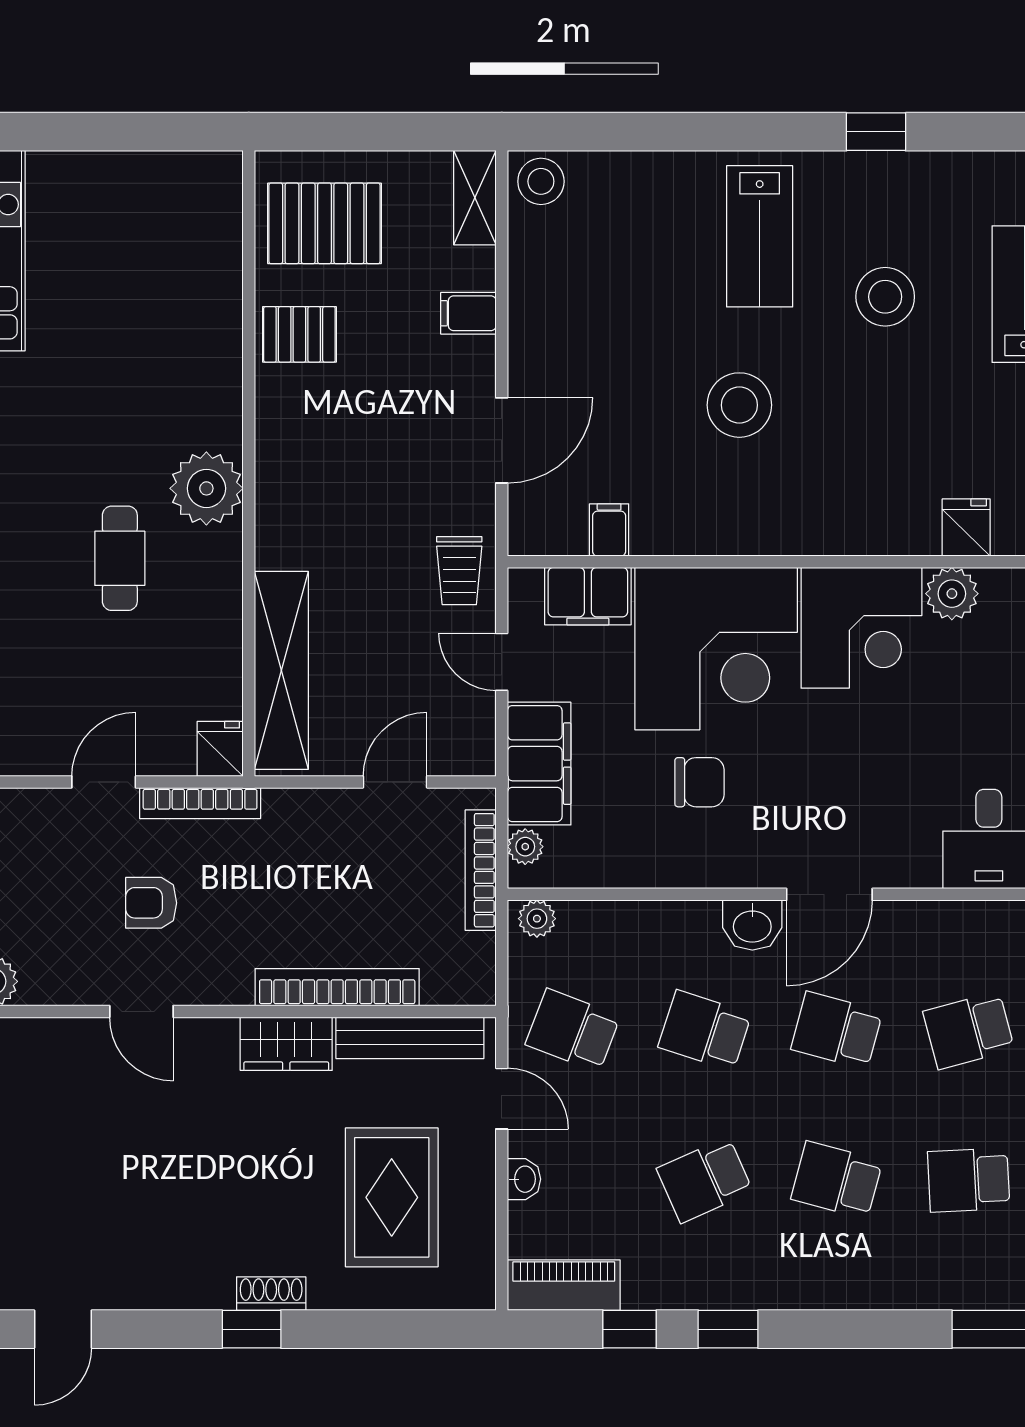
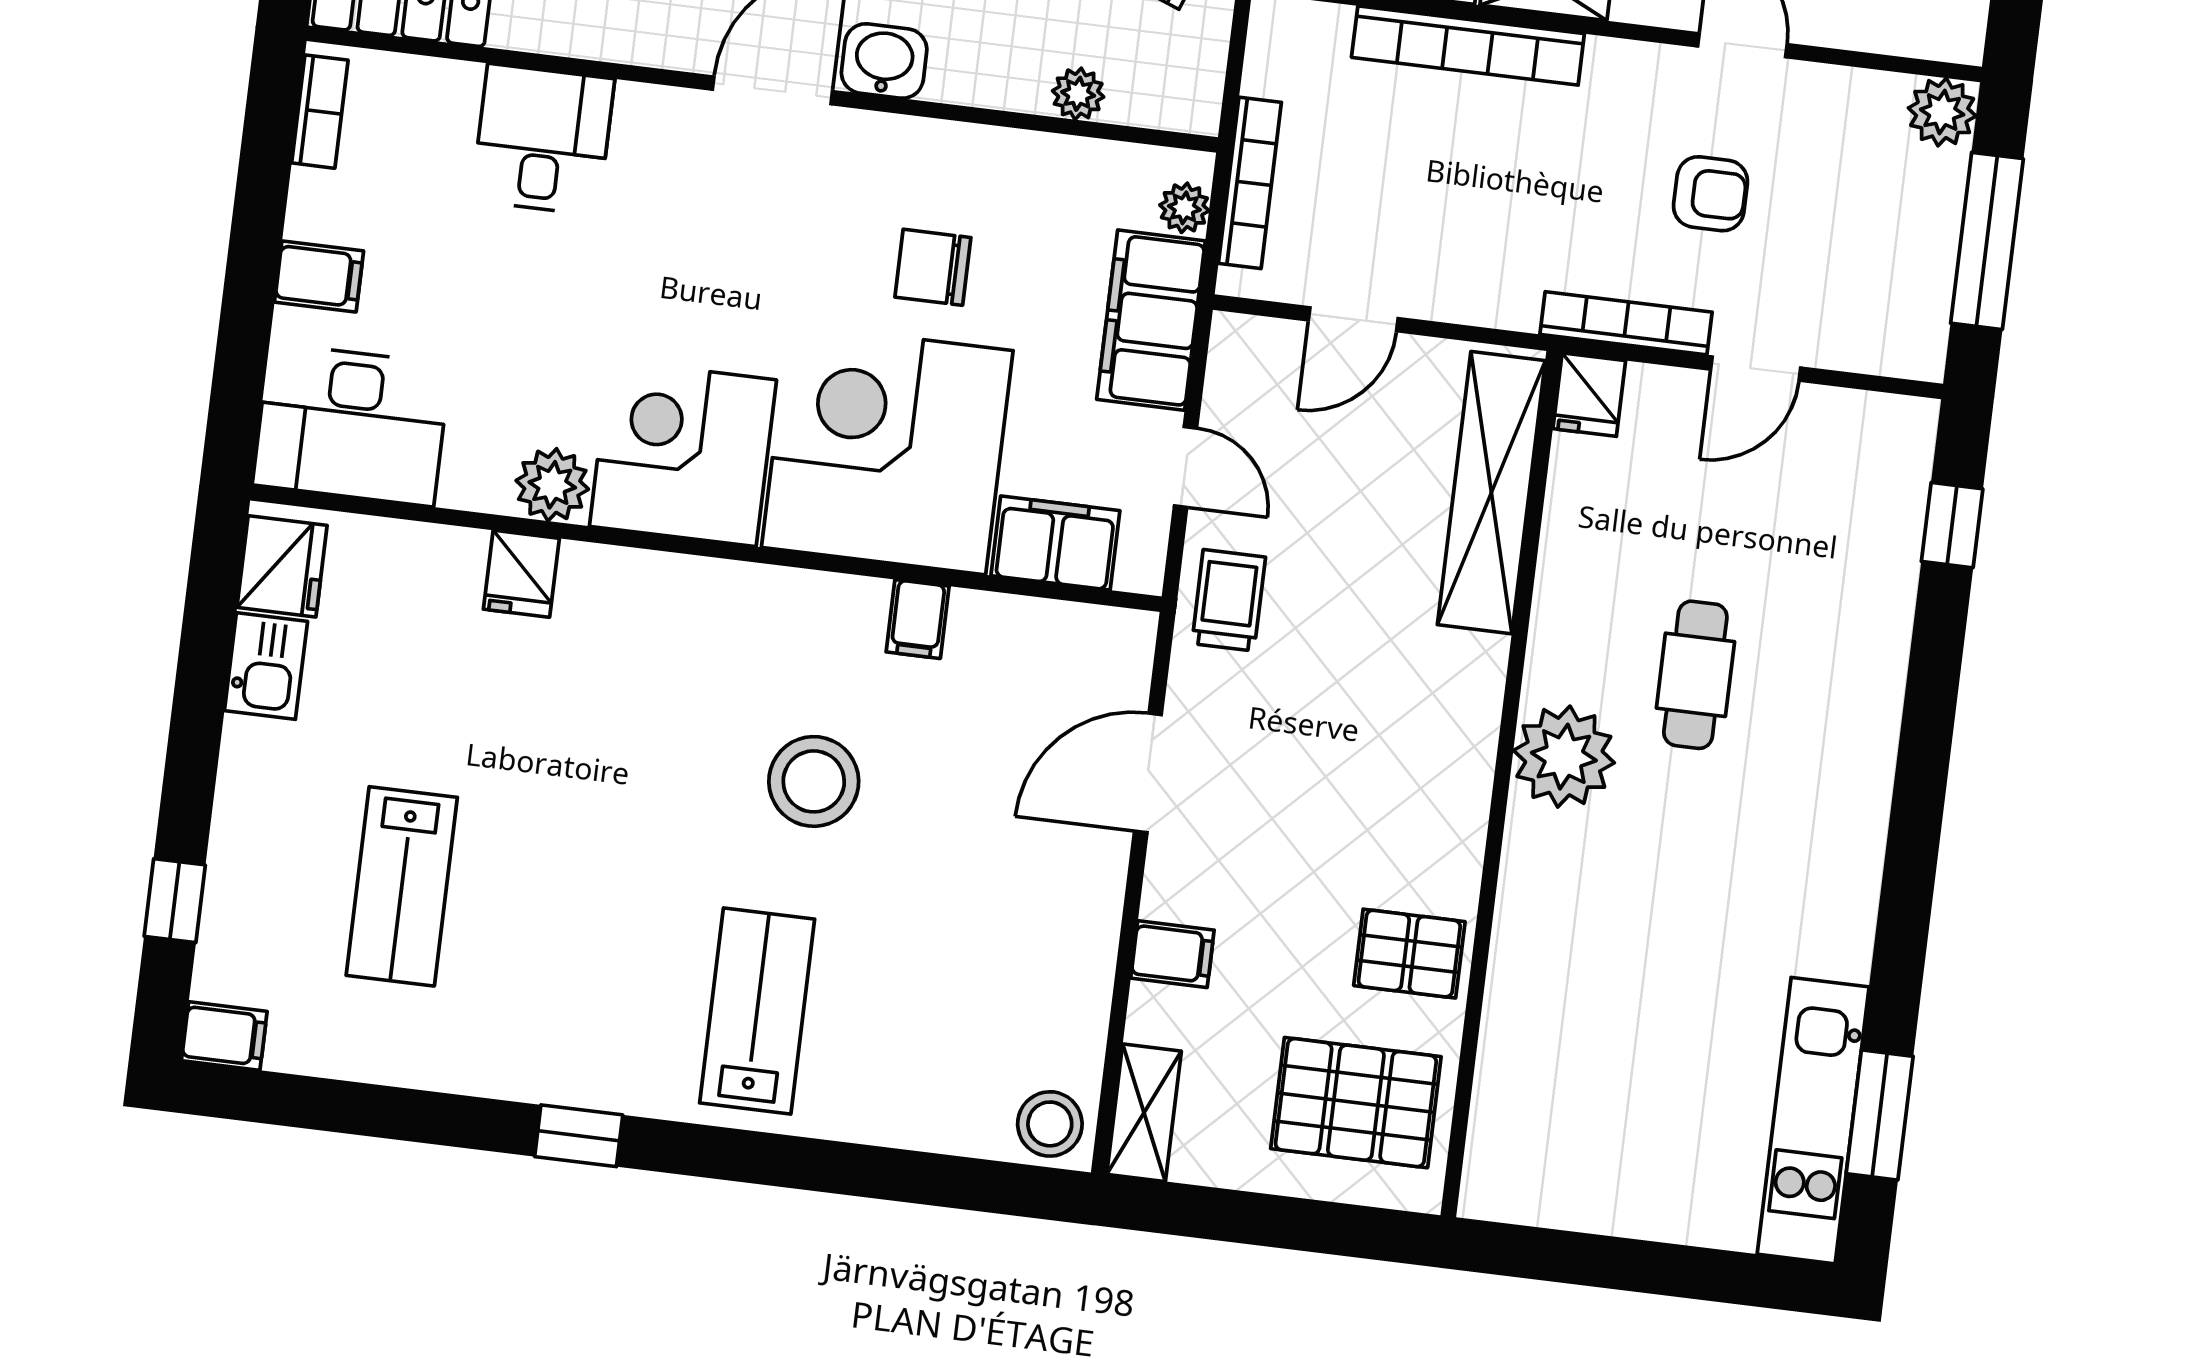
stool: (885, 297) -> (594, 906), removed
filing cabinet: (609, 530) -> (918, 619), moved
plant: (537, 919) -> (1078, 94), moved

